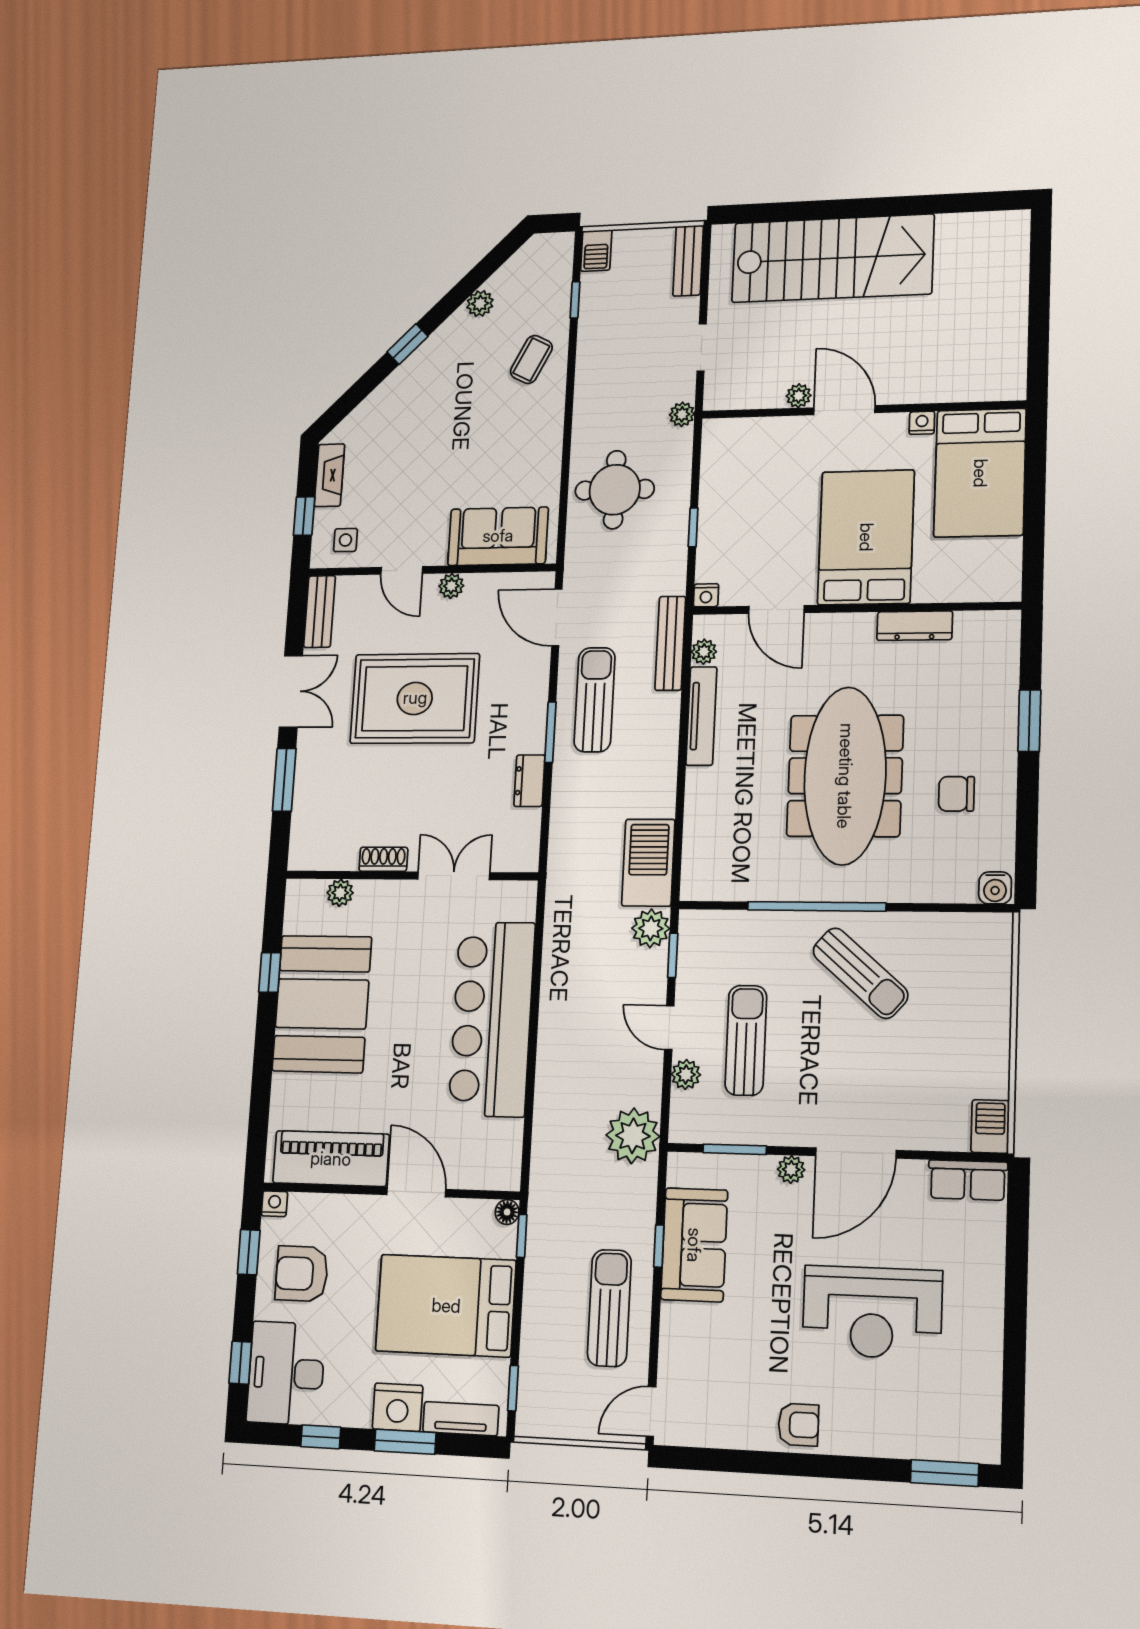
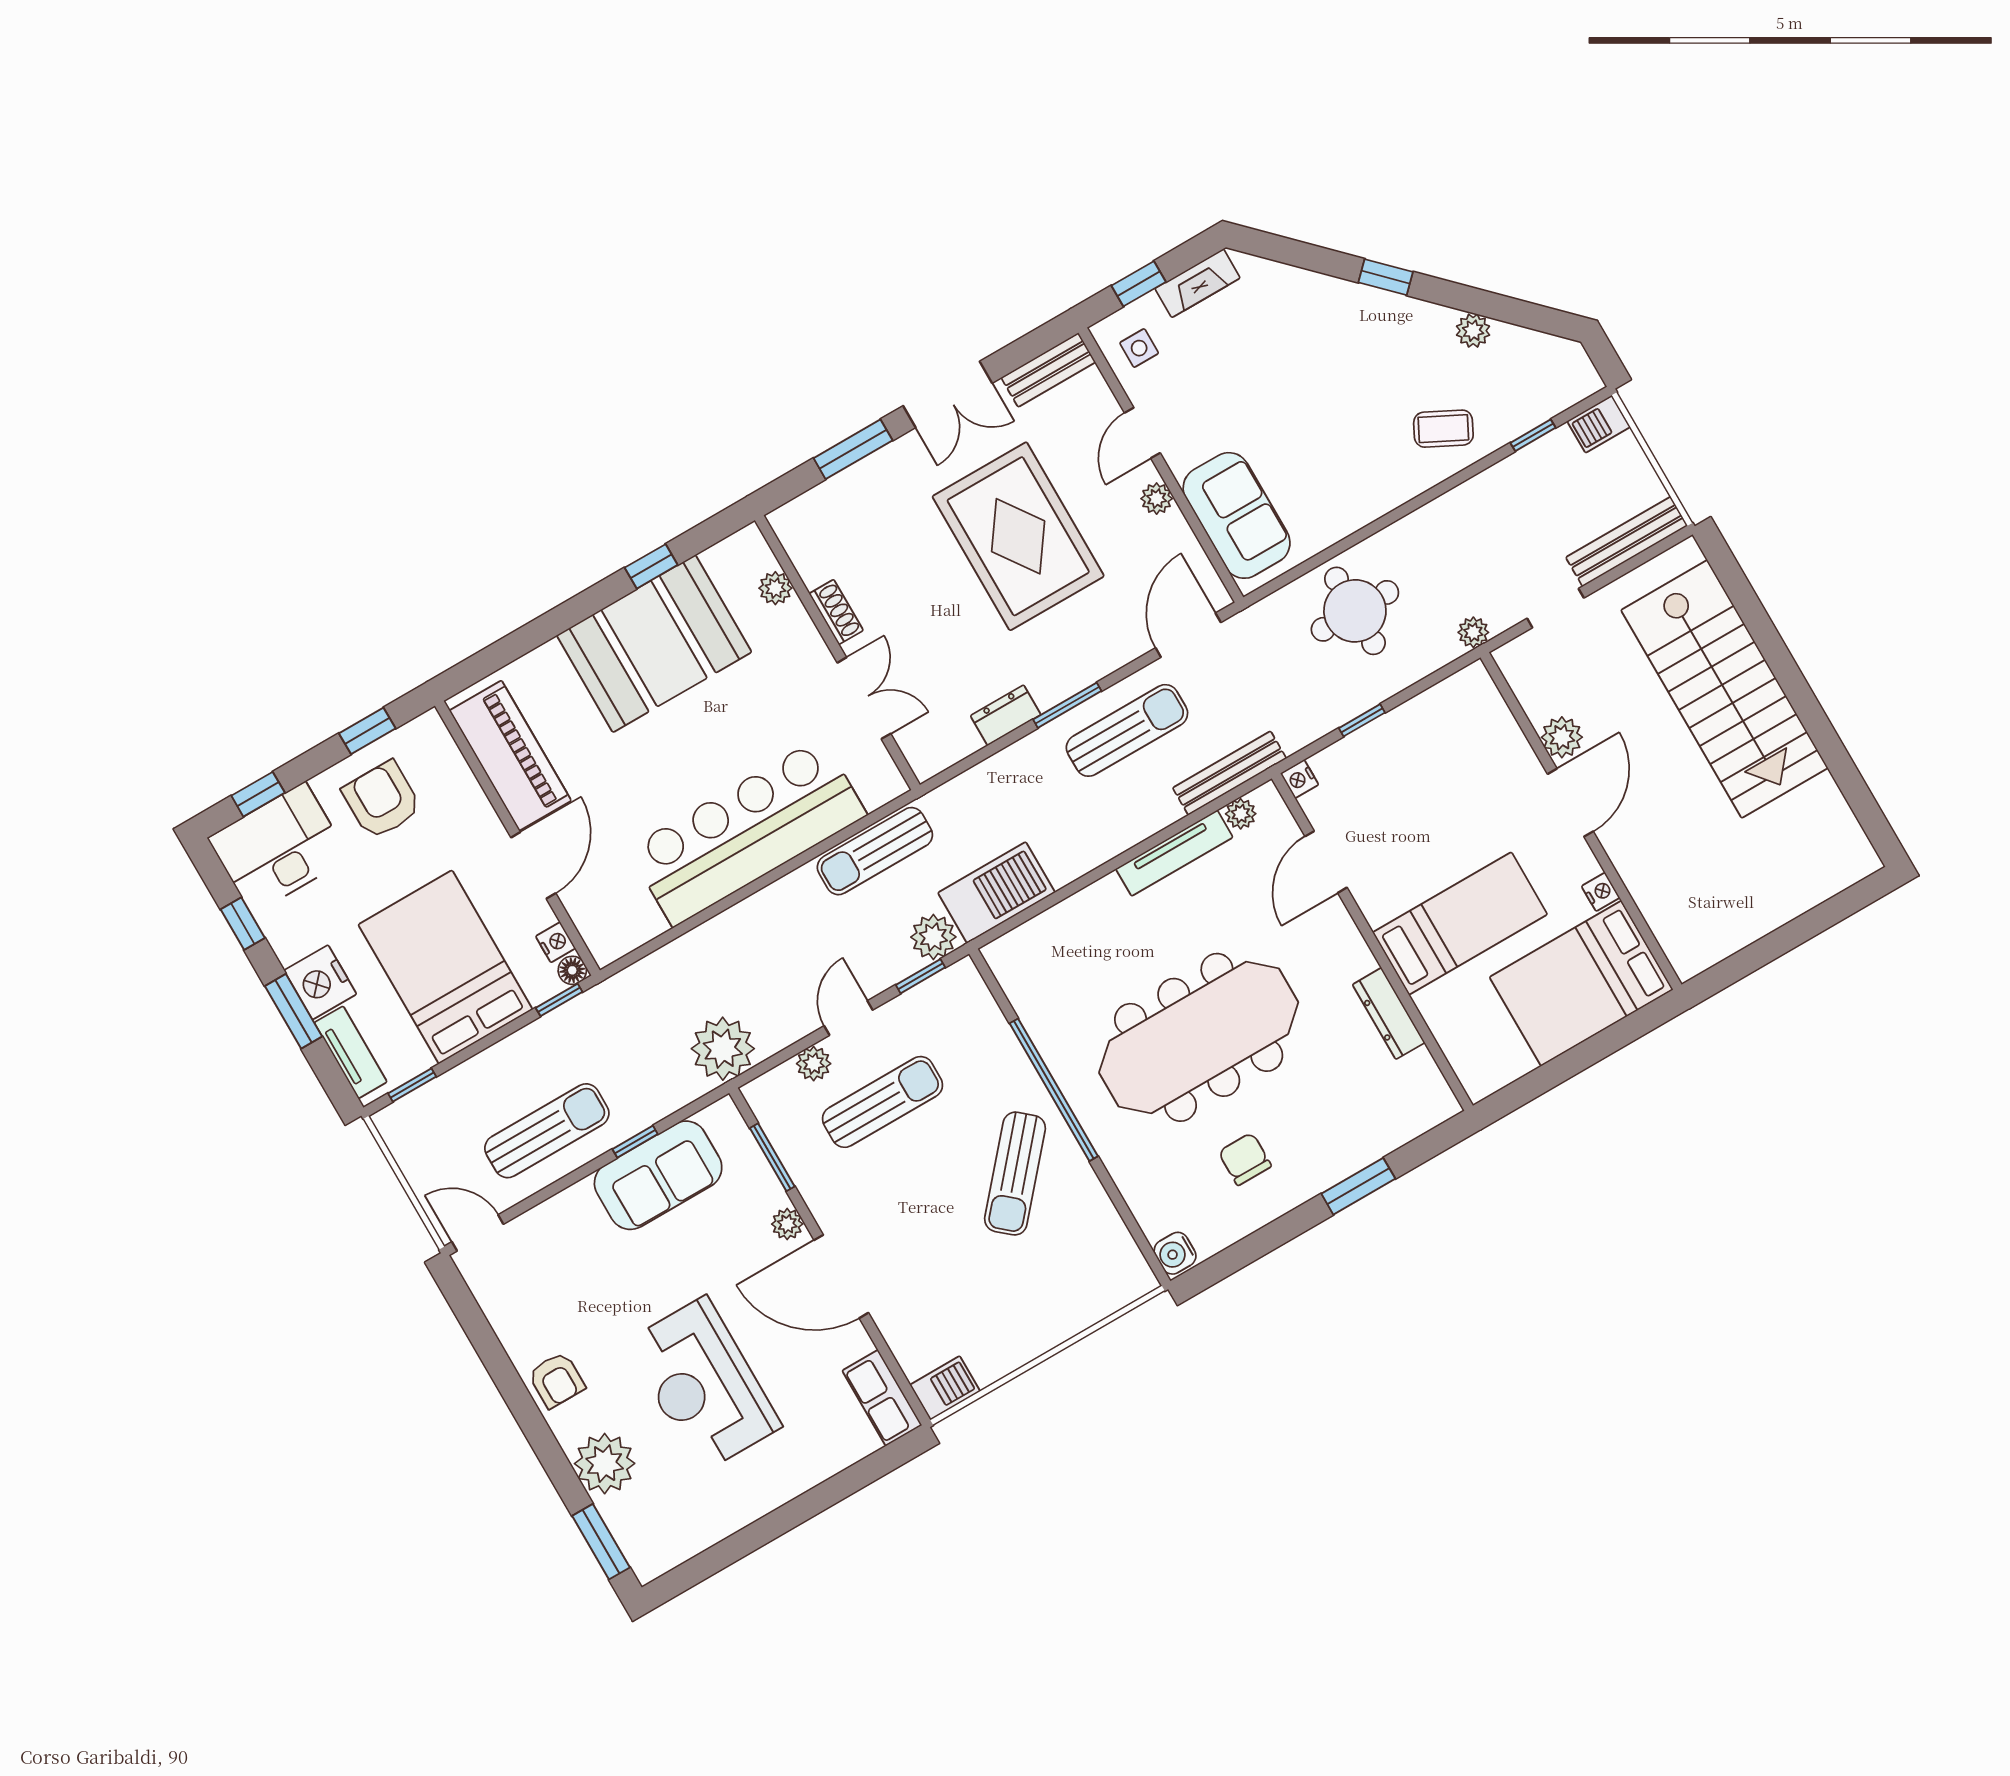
bench: (688, 261) -> (1627, 542), width x1.36
plant: (799, 396) -> (1562, 737), width x1.38, depth x1.38
bed: (866, 537) -> (1460, 923), width x0.67
sun lounger: (564, 934) -> (875, 851), added
nightstand: (274, 1204) -> (556, 942), moved
plant: (886, 1430) -> (605, 1464), added

